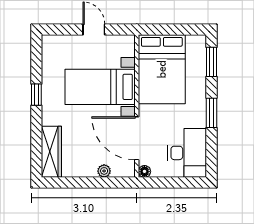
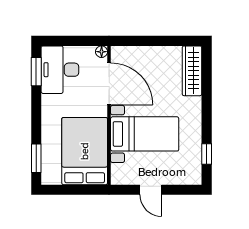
window: (36, 95) -> (207, 154), moved
window: (212, 113) -> (36, 72), moved
plant: (104, 171) -> (141, 52), removed

